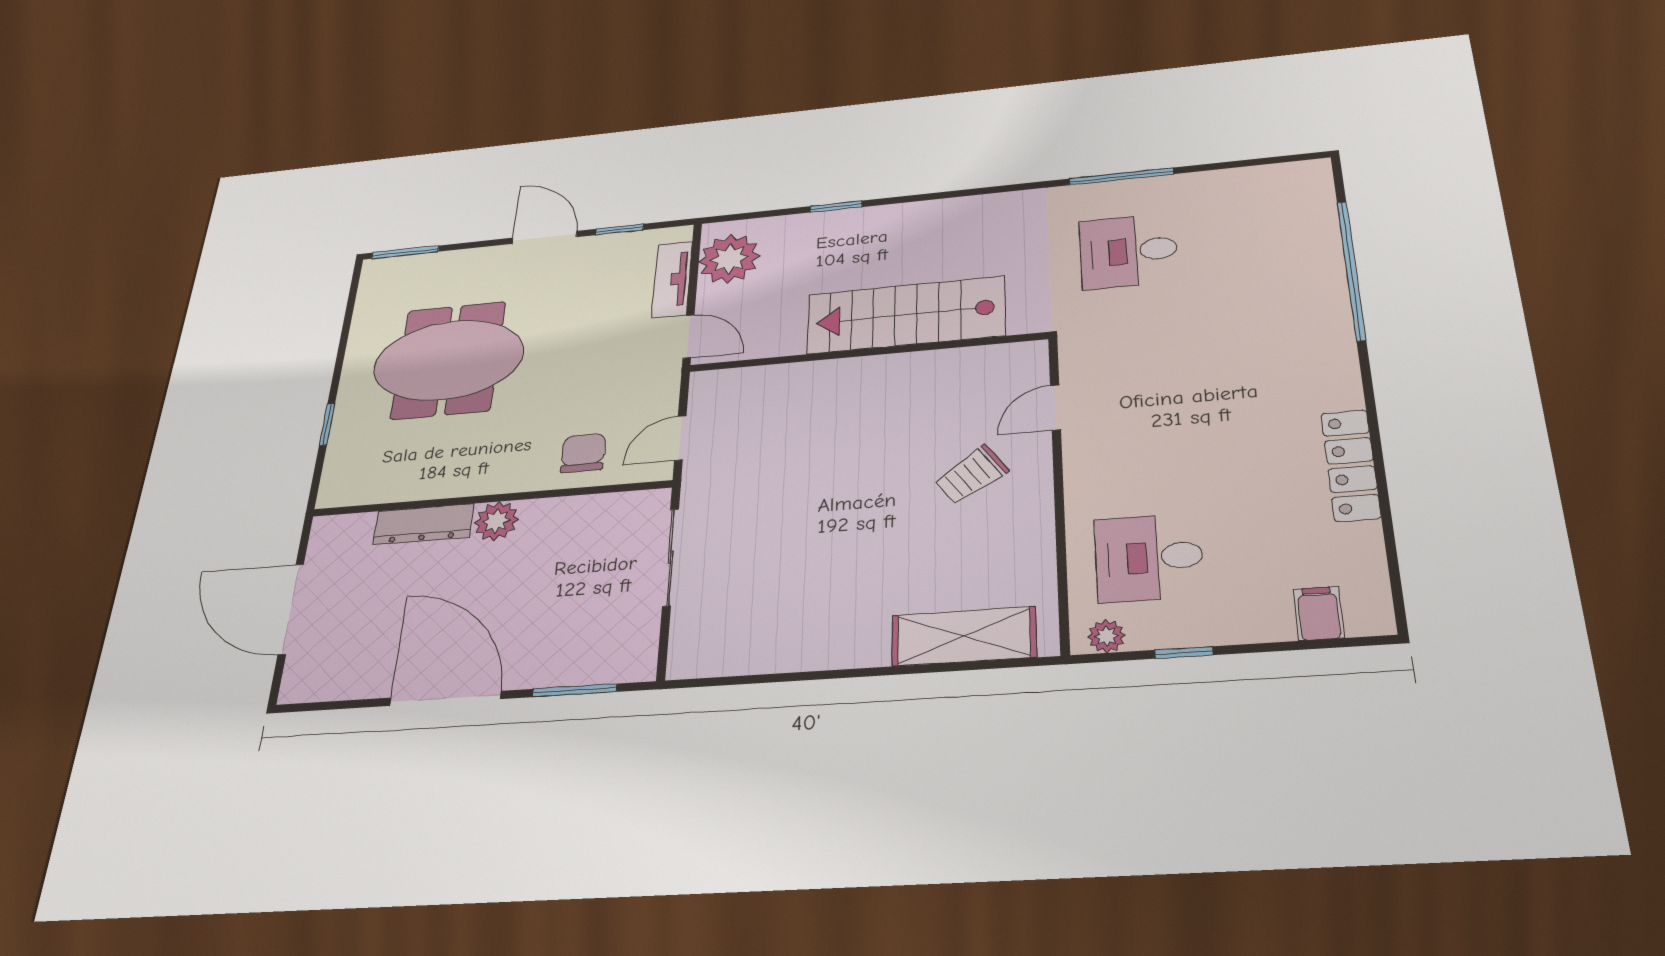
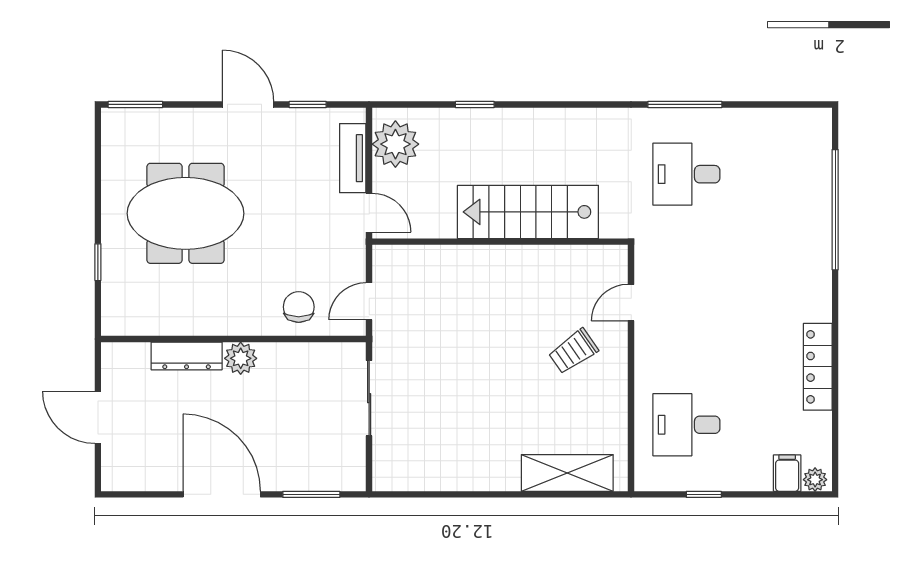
door: (291, 609) -> (98, 417), width x0.73
plant: (1106, 636) -> (815, 480), moved

